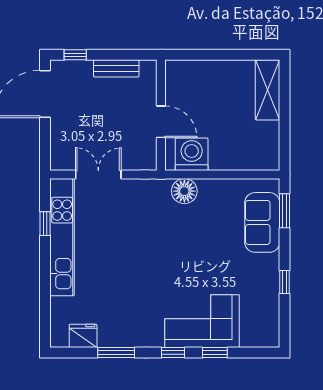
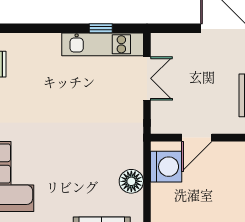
floor lamp: (184, 191) -> (131, 181), moved
kitchen unit: (62, 237) -> (103, 44), width x0.73

